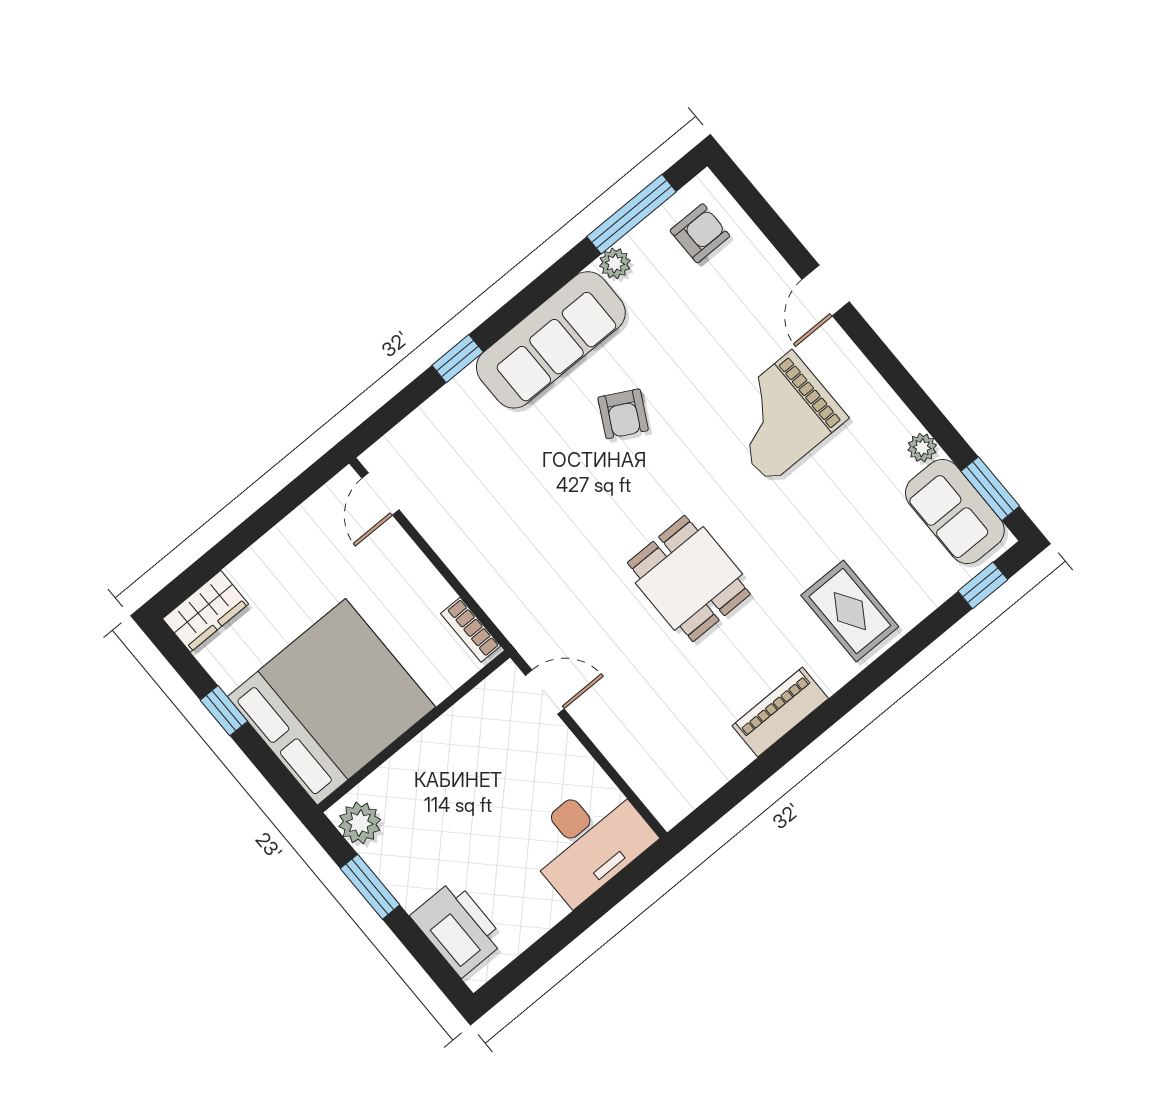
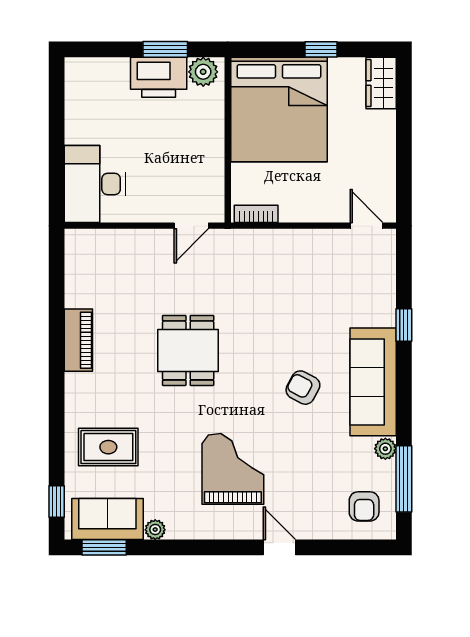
dining table: (689, 578) -> (188, 350), turned 90
rug: (850, 611) -> (108, 447), moved
printer: (458, 928) -> (159, 77), moved

